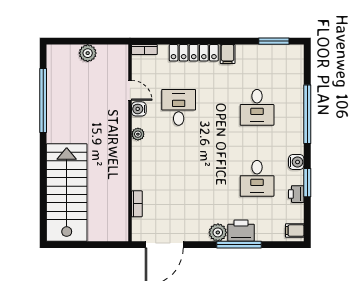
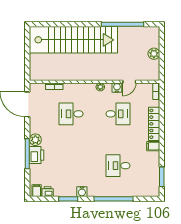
desk: (257, 178) -> (71, 114), moved
stairs: (67, 193) -> (73, 40), width x1.36
printer: (296, 194) -> (48, 192), moved

